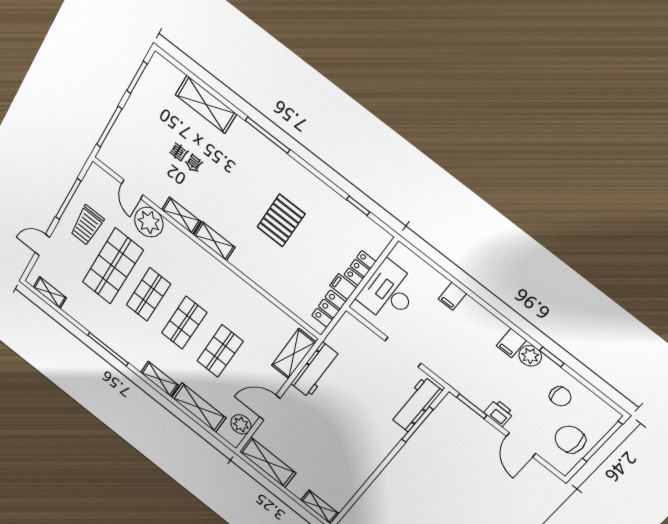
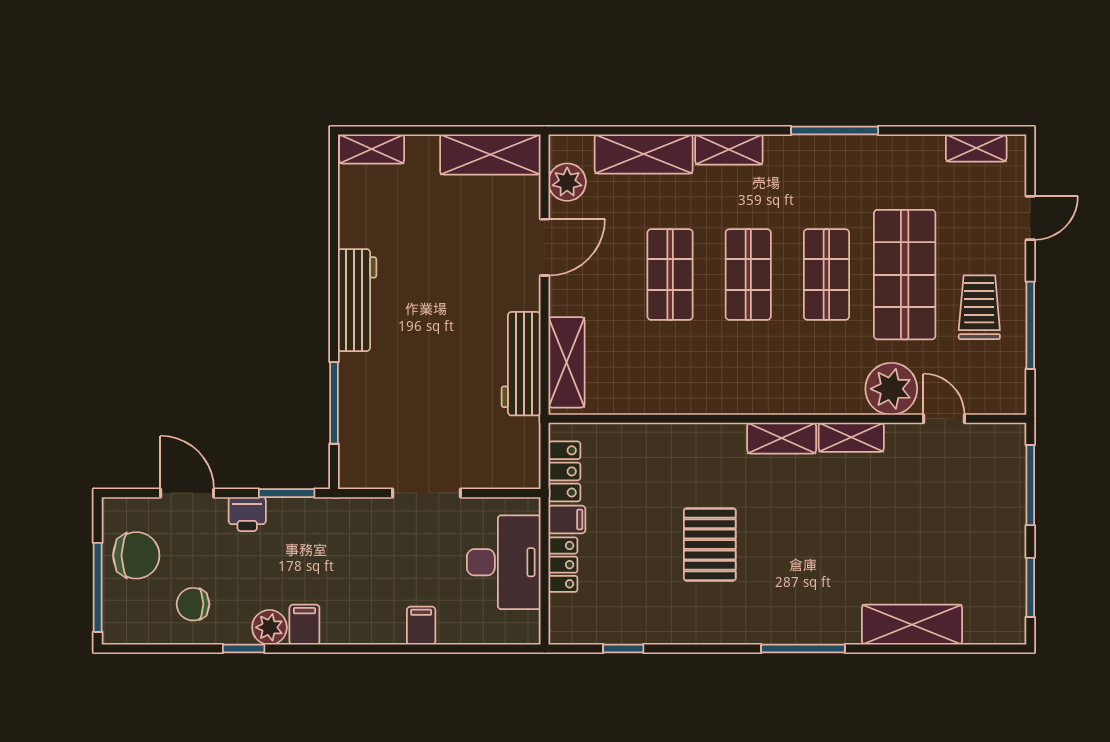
workbench: (416, 404) -> (357, 300), moved

